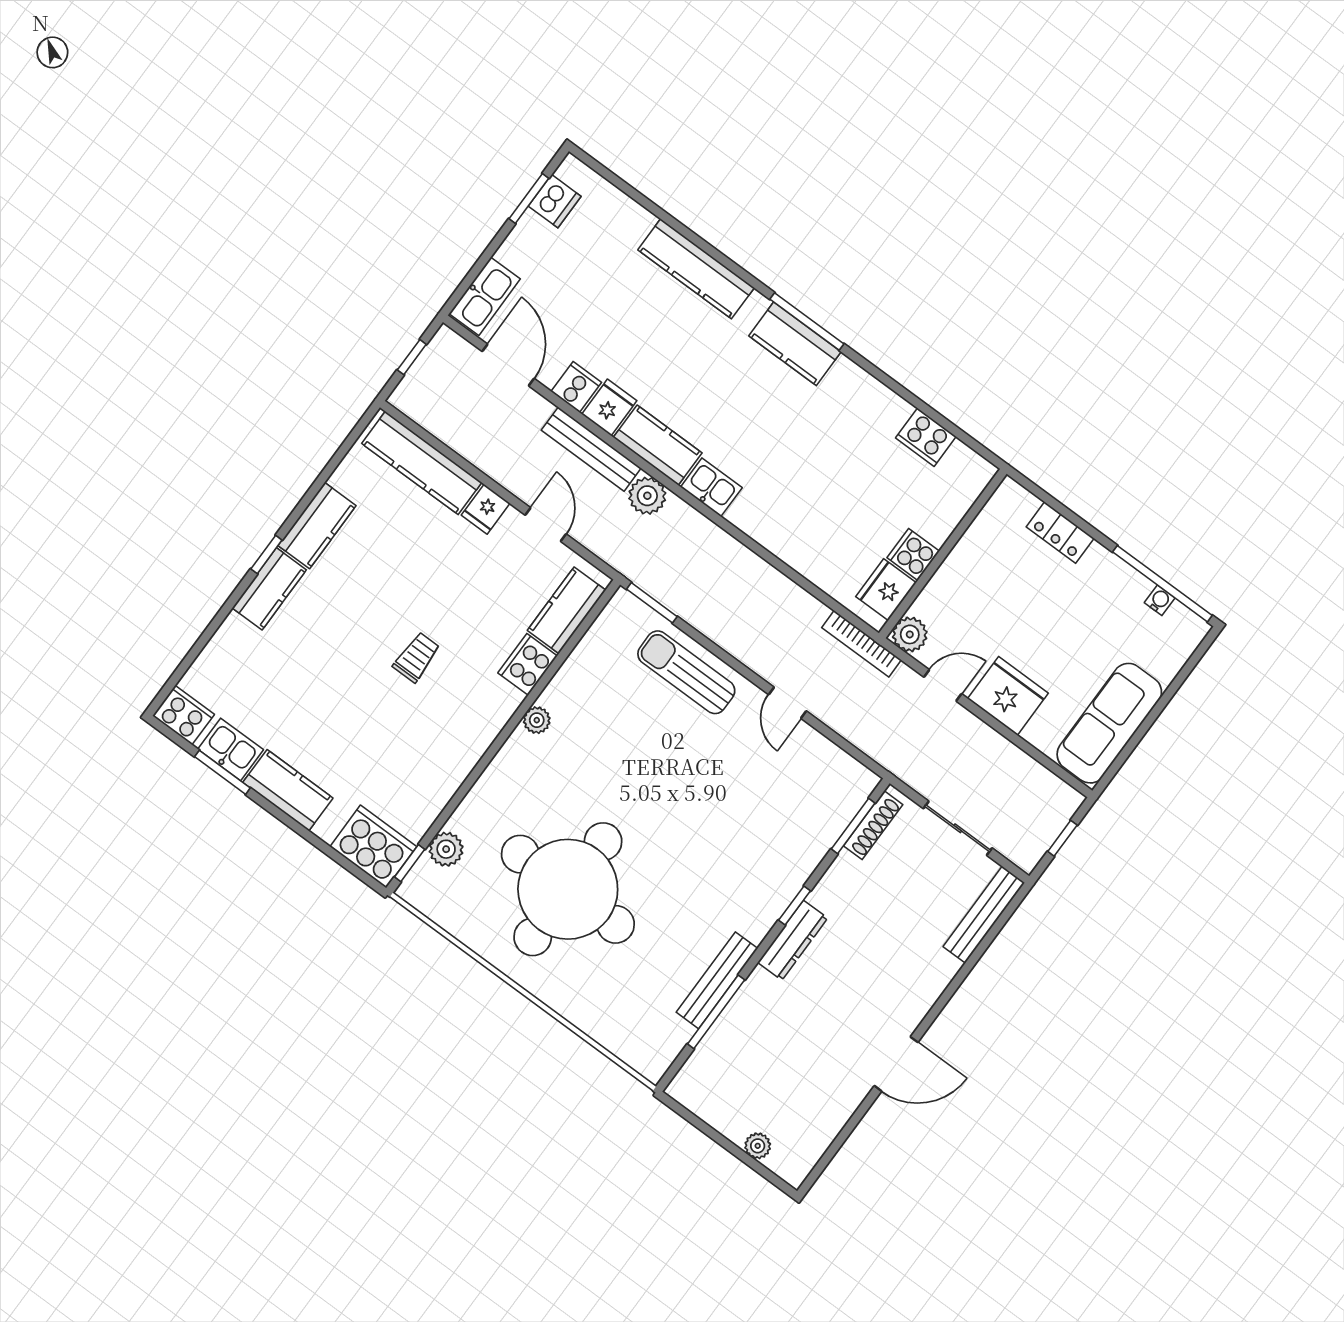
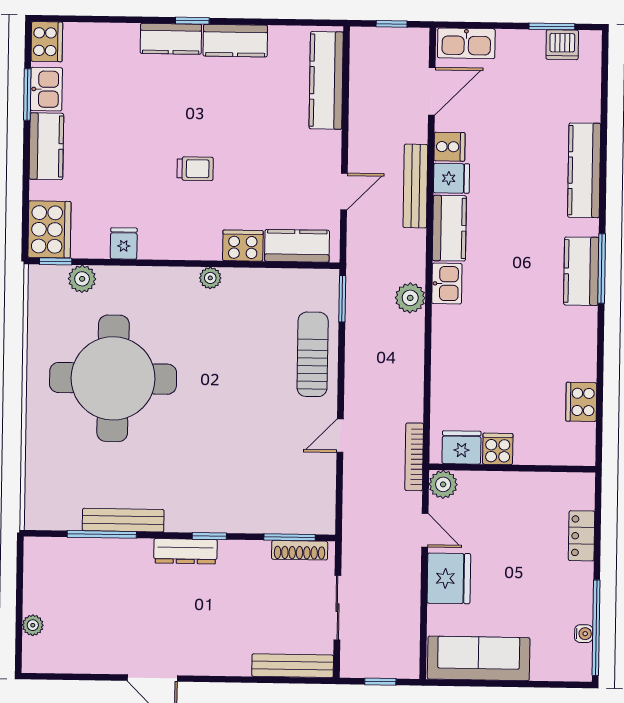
plant: (647, 496) -> (410, 298), moved
fridge: (486, 509) -> (124, 243), moved, turned 90

